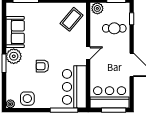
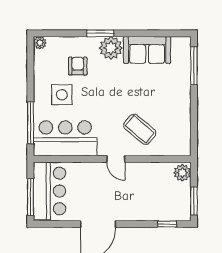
coffee table: (72, 19) -> (140, 129), moved
cafe table: (114, 28) -> (153, 198), removed
armchair: (42, 66) -> (78, 66), moved
side table: (27, 99) -> (62, 95), moved

